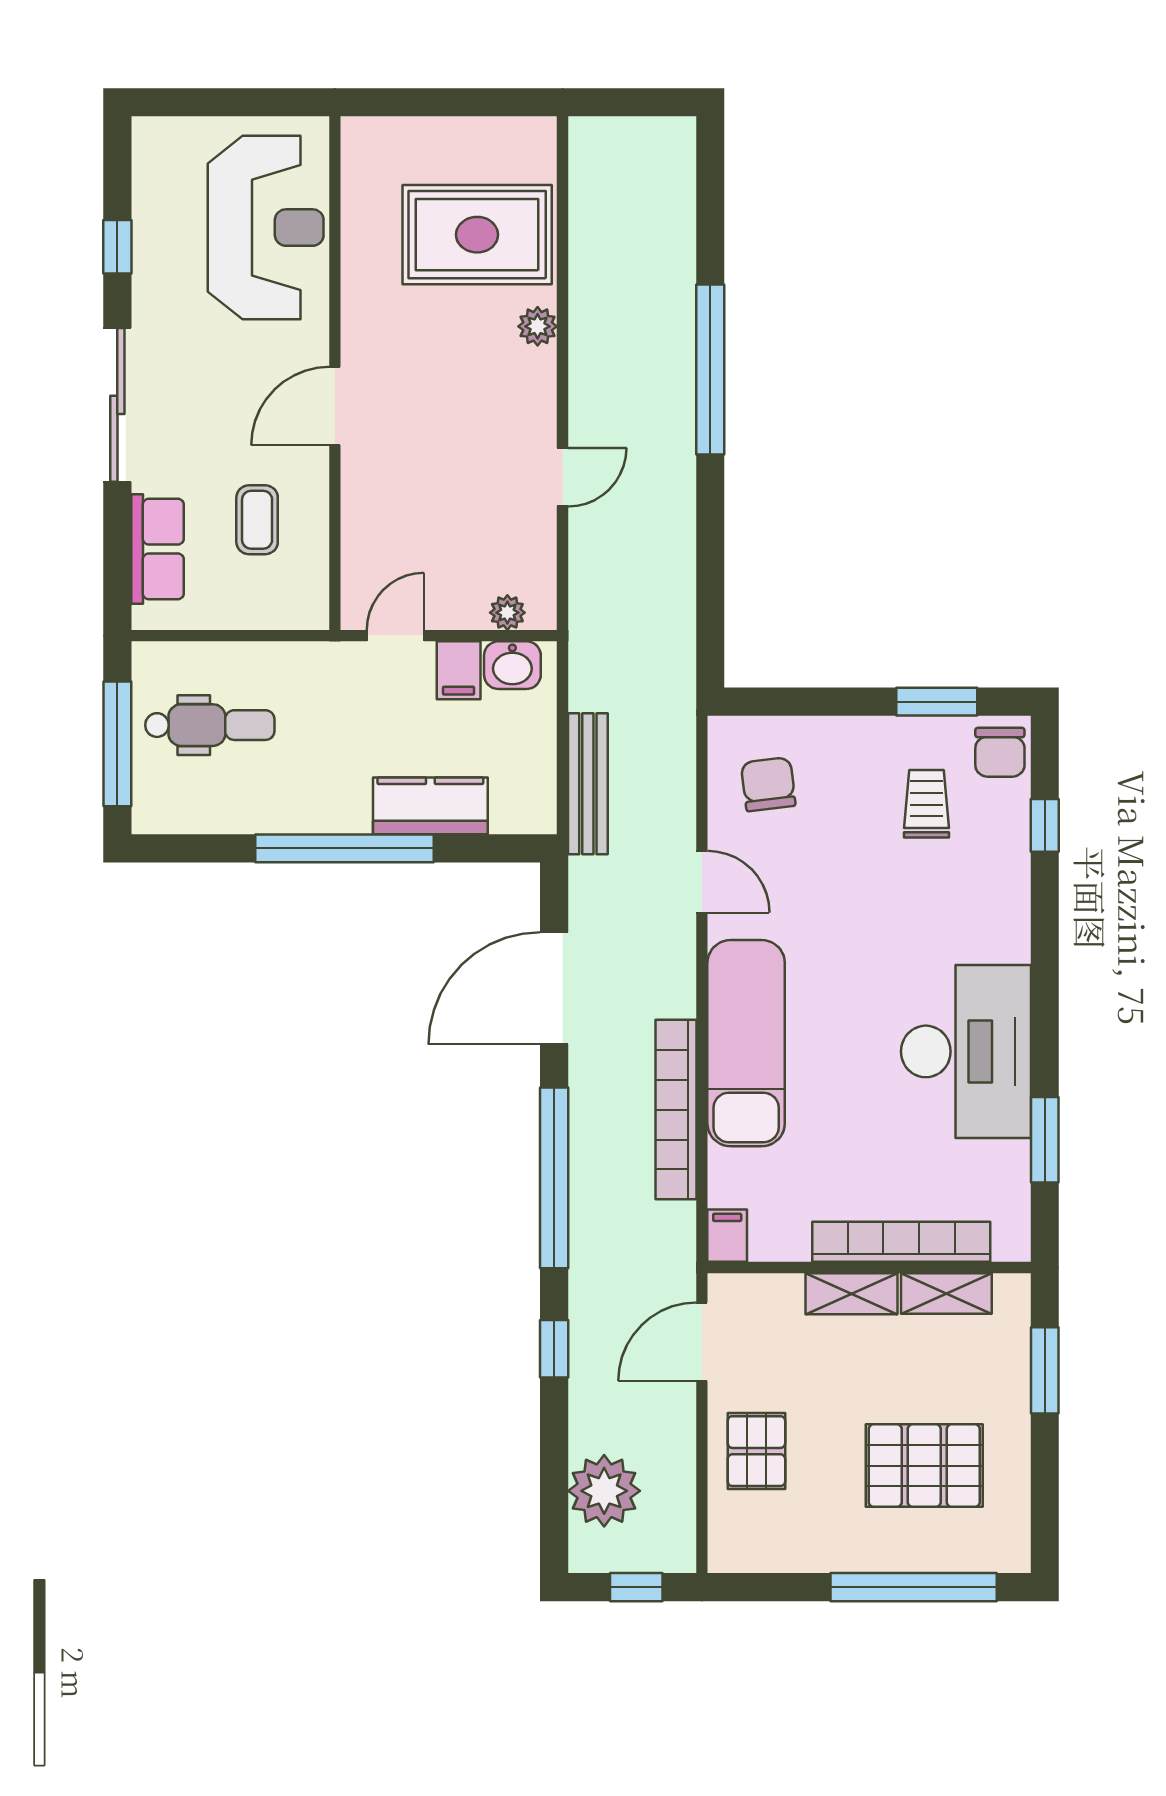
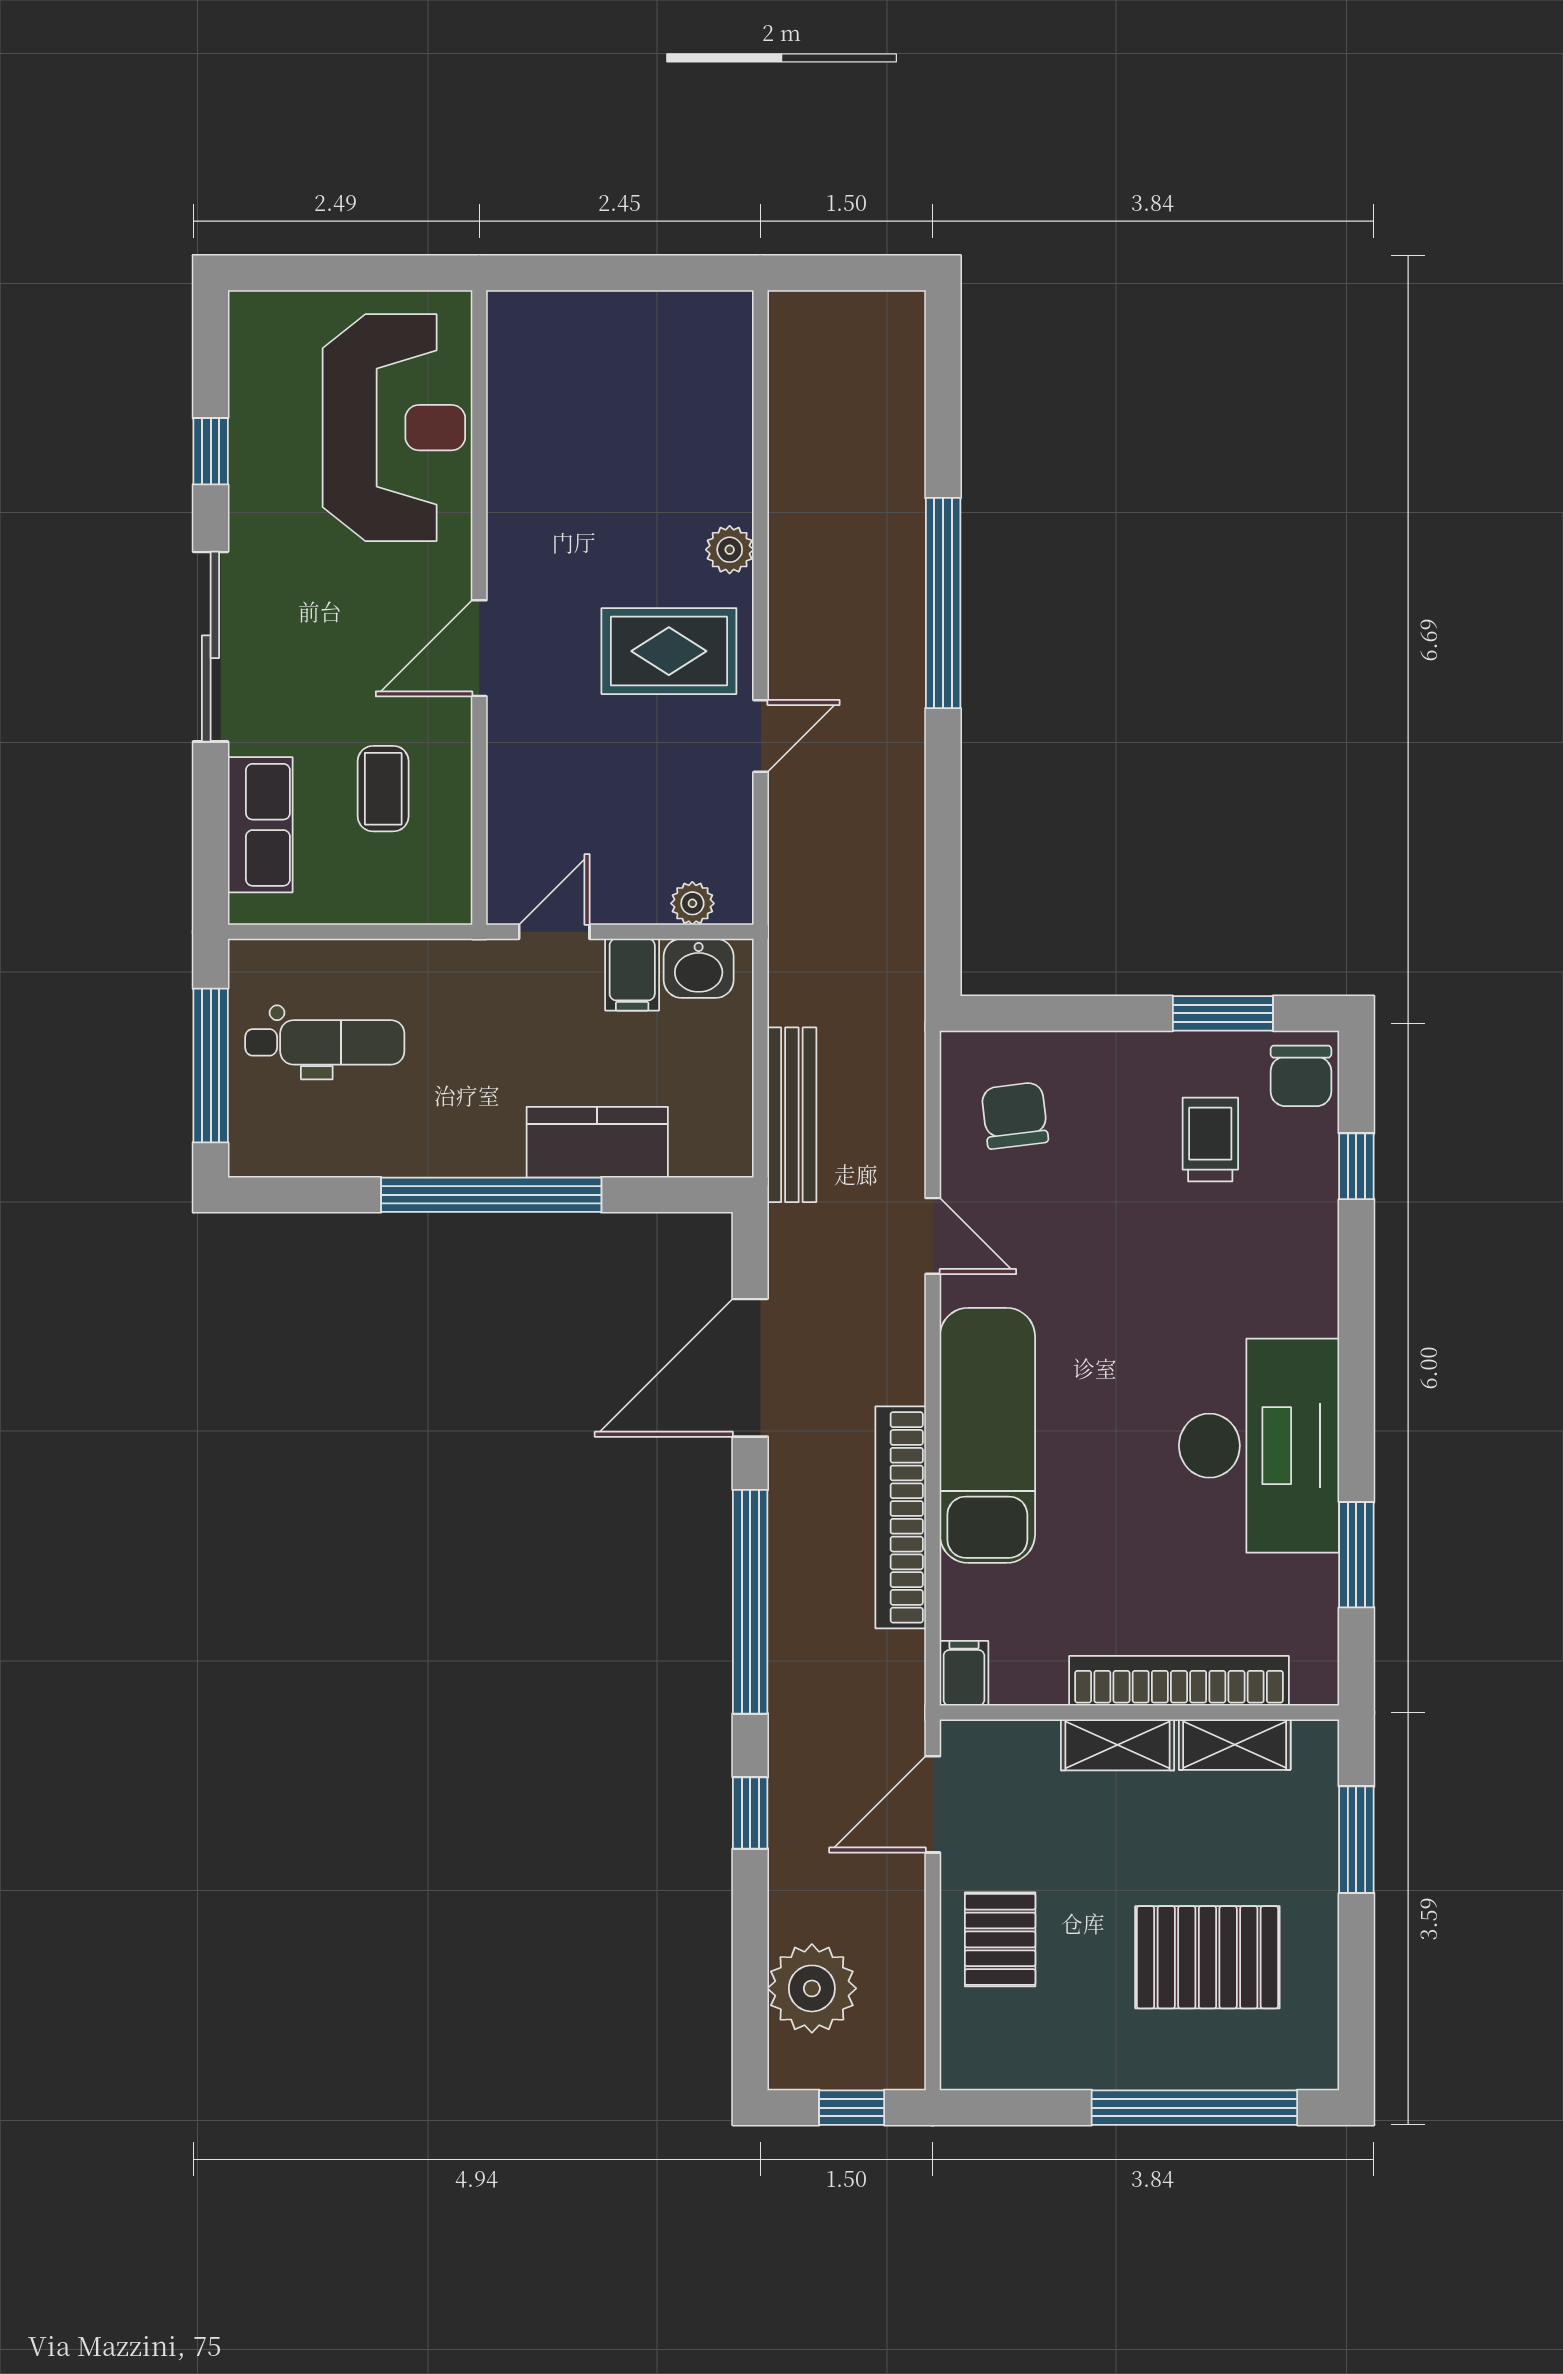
rug: (477, 235) -> (669, 651), moved, width x0.73, depth x0.70

